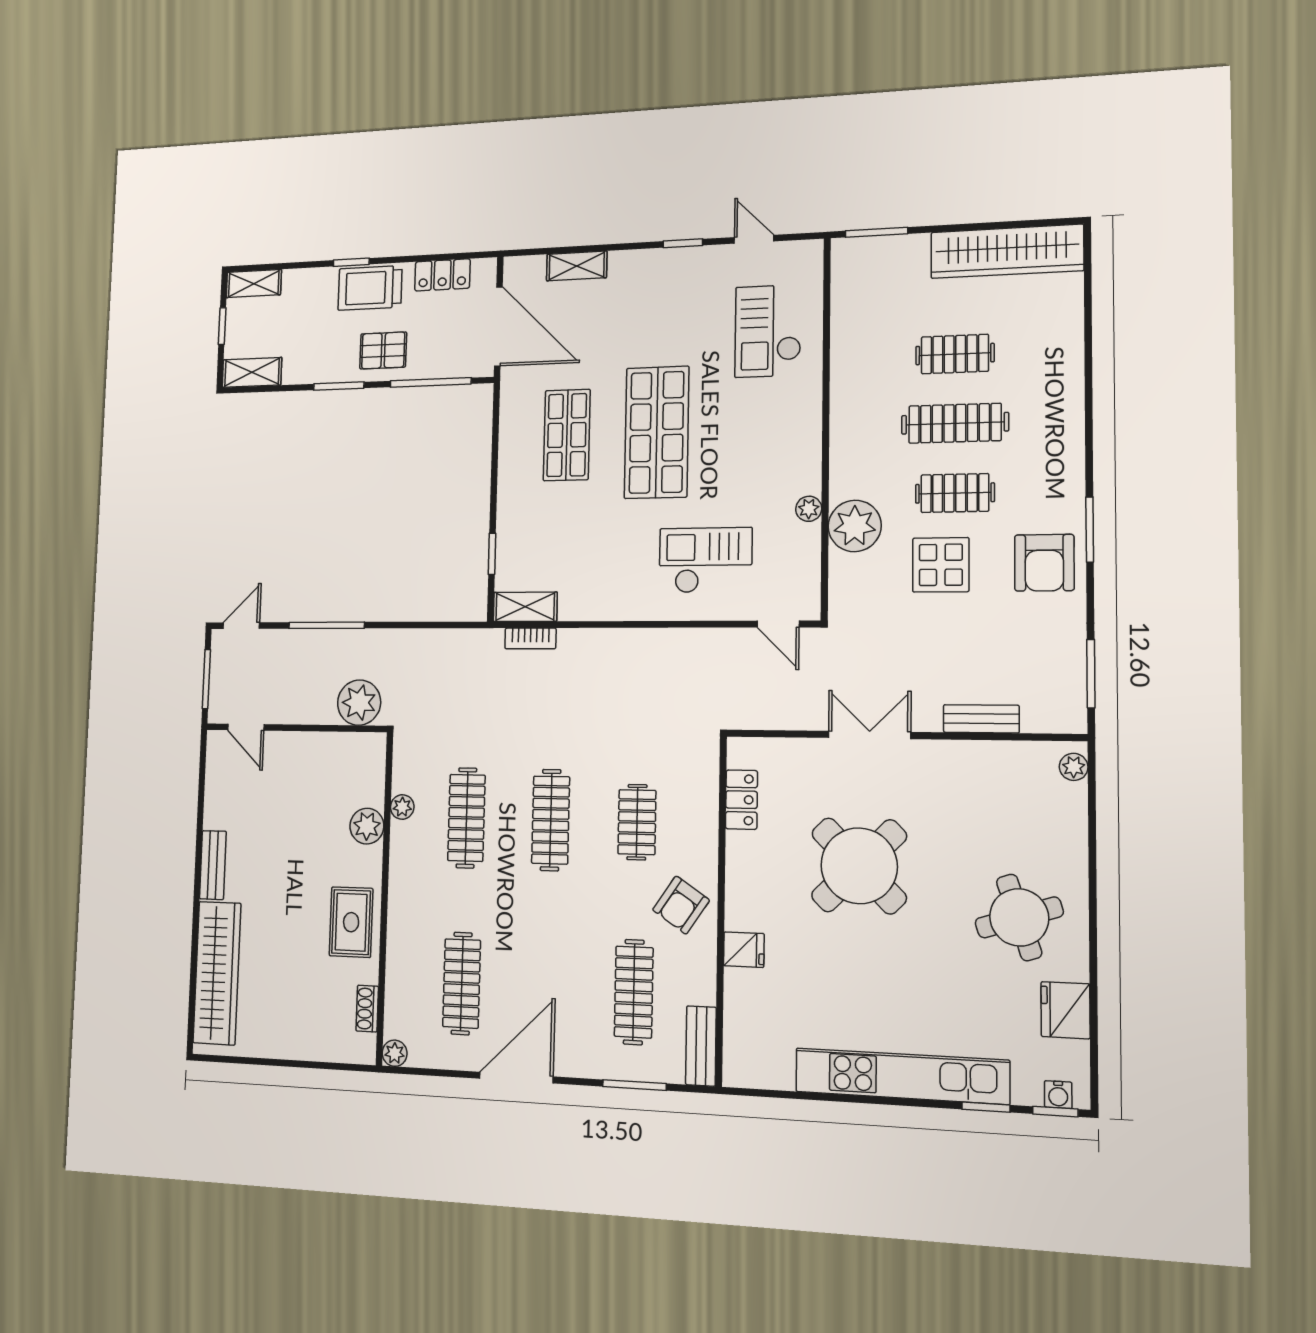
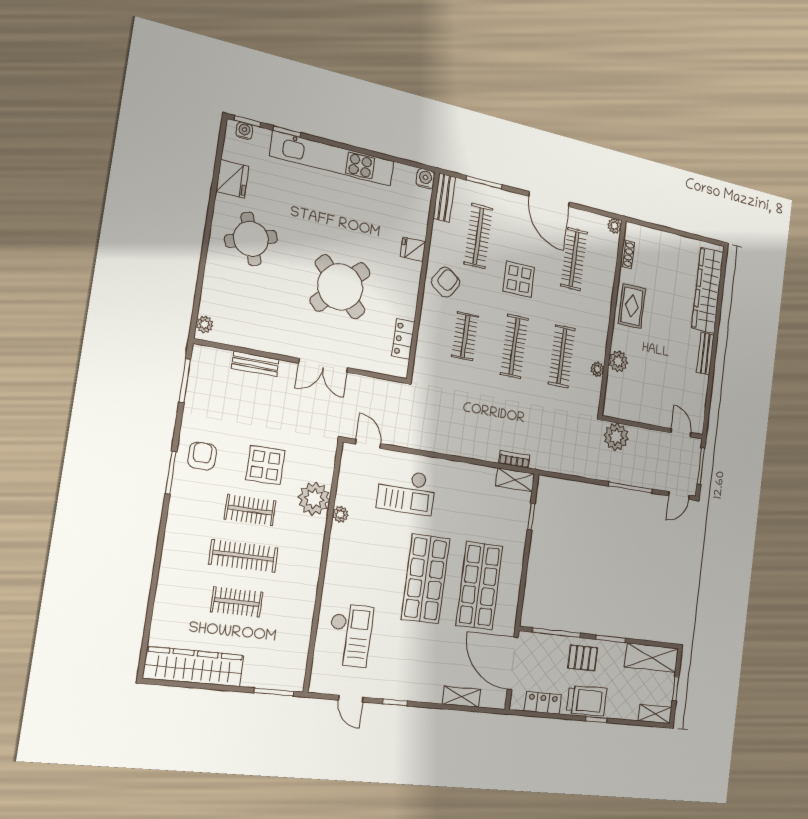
shelving: (252, 372) -> (652, 658), width x1.50, depth x1.33
shop shelf: (567, 435) -> (479, 586), width x1.43, depth x1.36
armchair: (1044, 563) -> (202, 456), width x0.72, depth x0.72
display table: (555, 933) -> (519, 279), added
water cooler: (738, 1072) -> (425, 179), added
door: (516, 1078) -> (549, 199), hinge flipped

